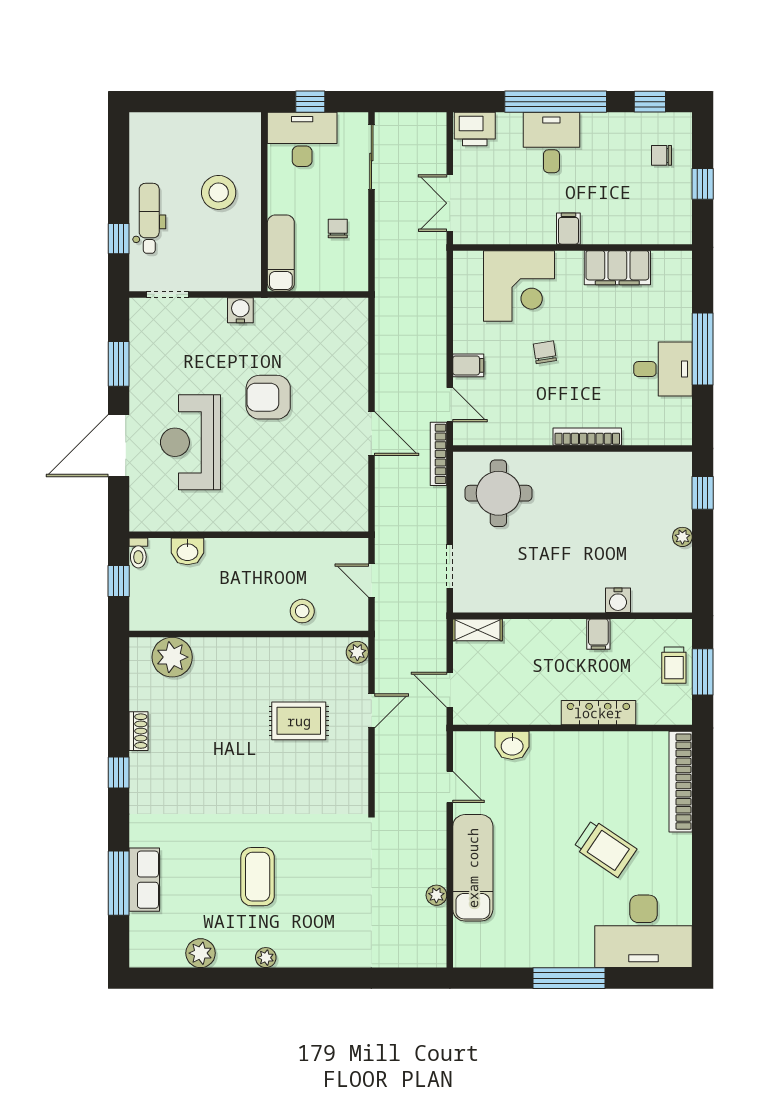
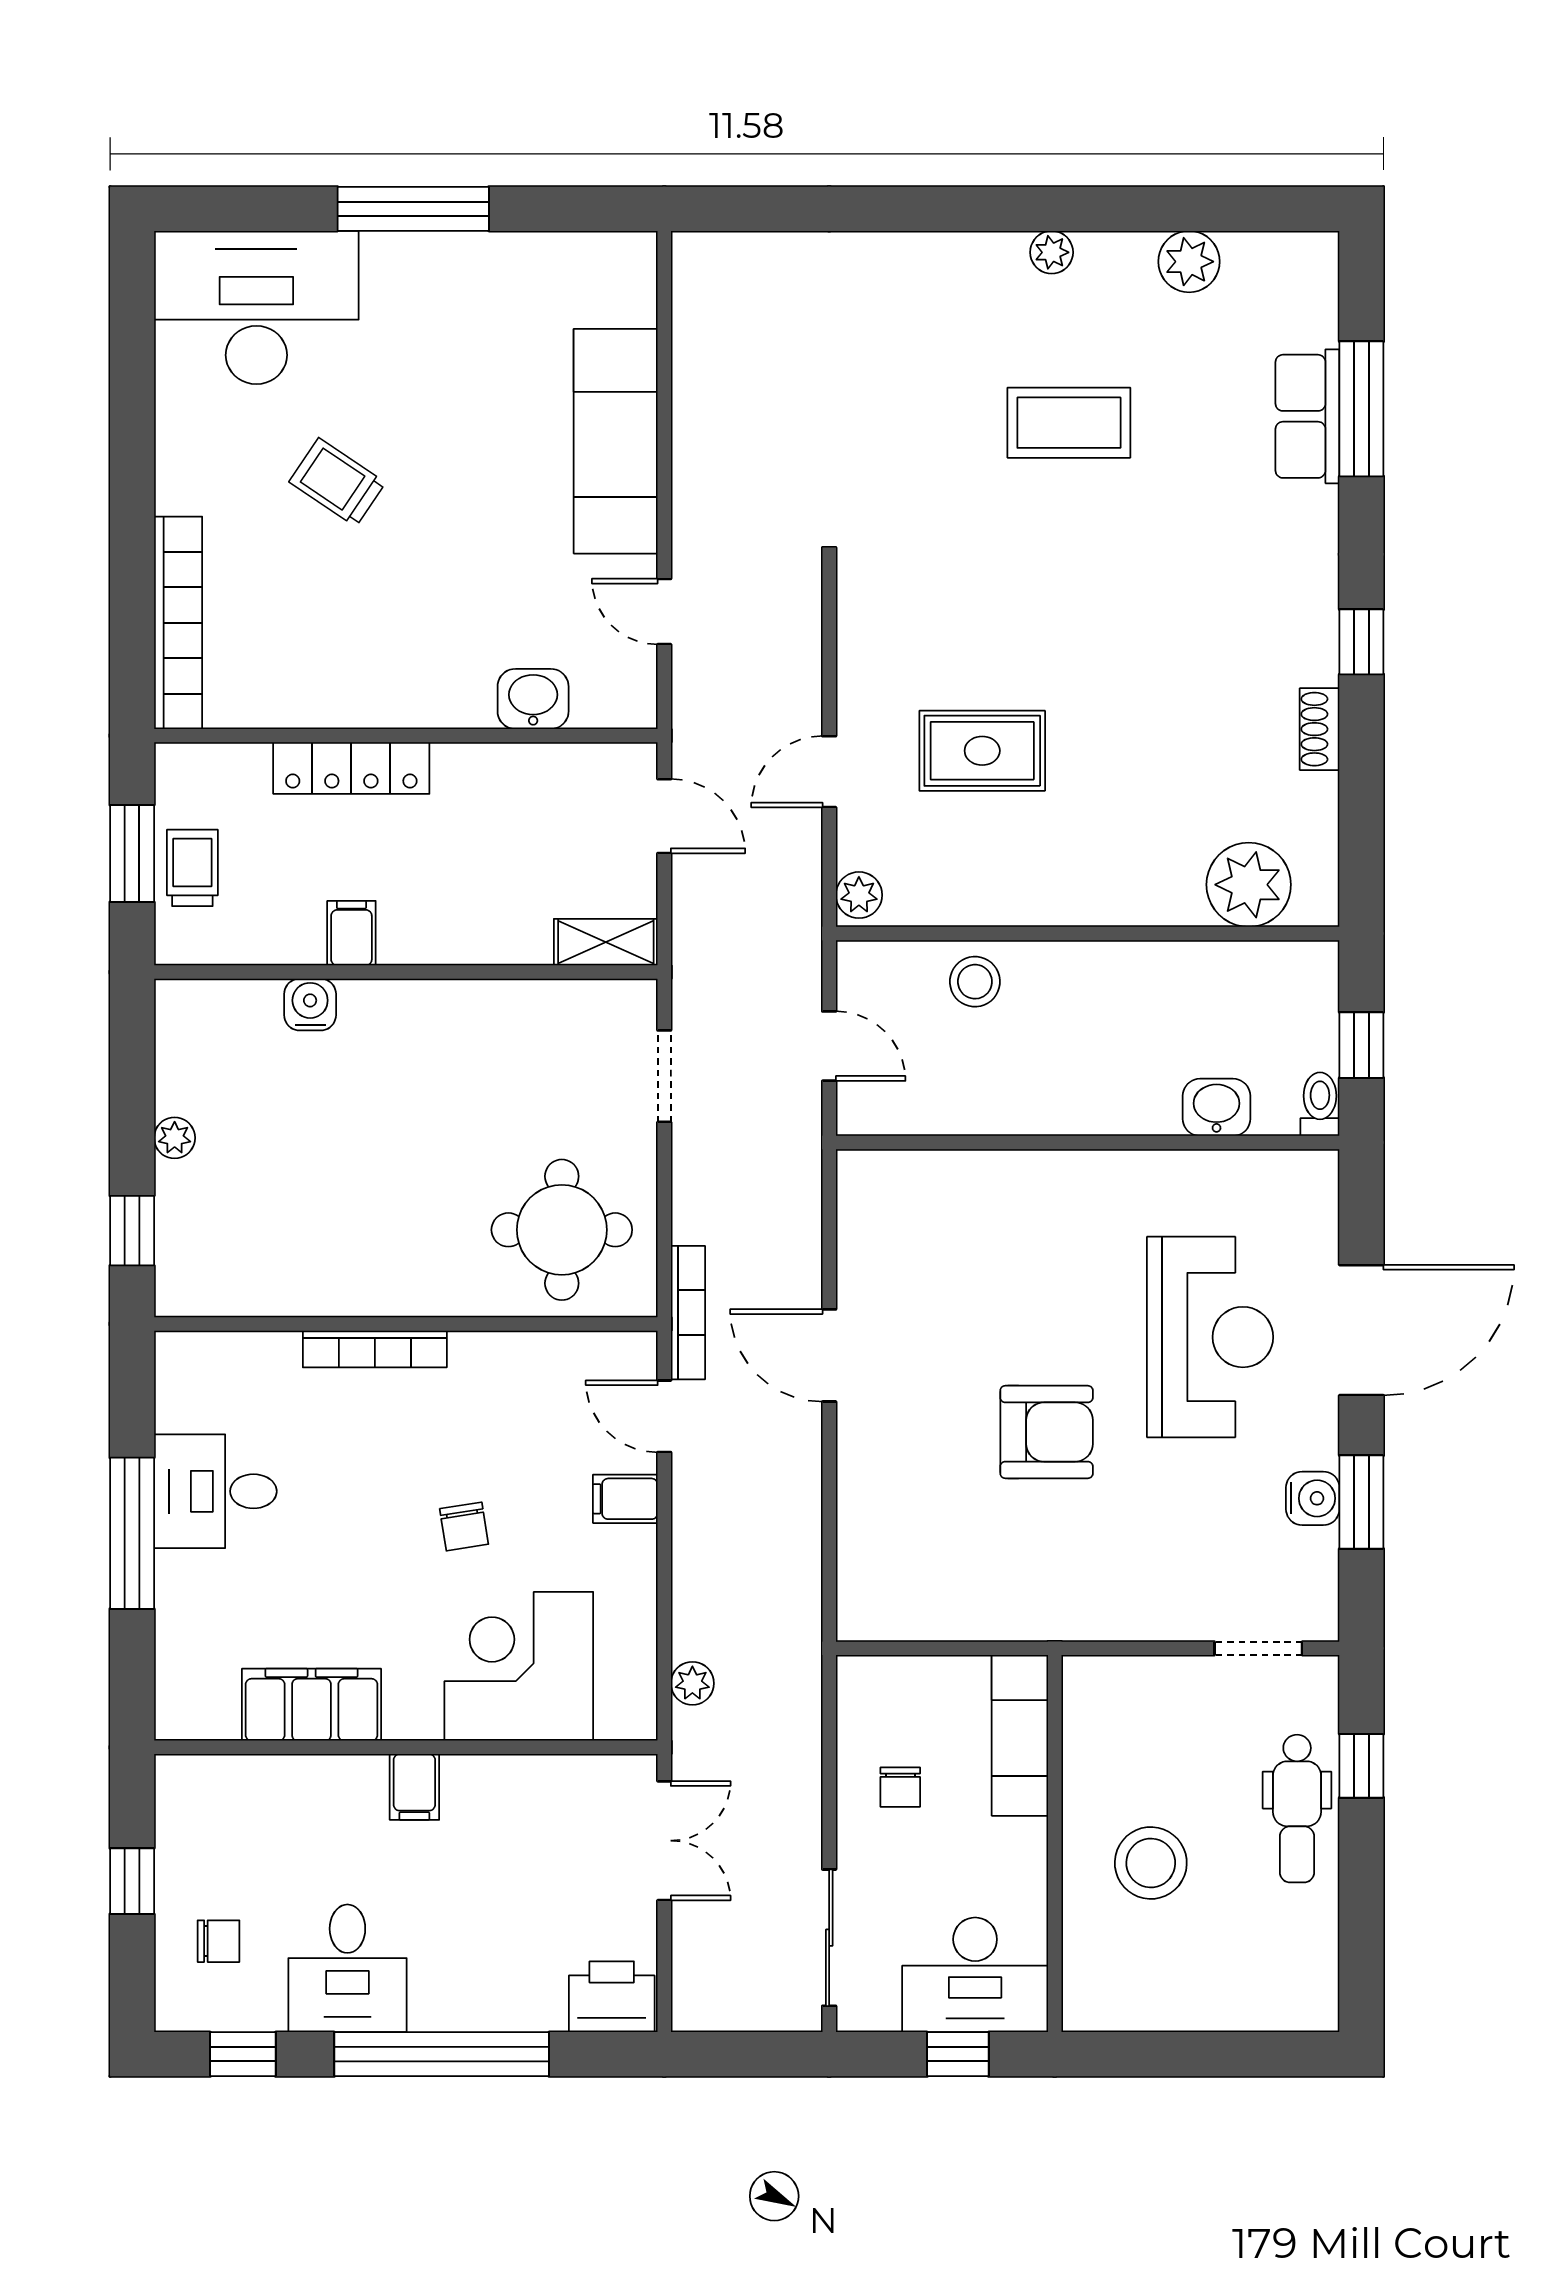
desk: (551, 142) -> (347, 1968), moved
water cooler: (240, 310) -> (1313, 1498), moved, turned -90
trolley: (605, 848) -> (337, 482), width x0.73, depth x0.72
coffee table: (258, 877) -> (1069, 423), turned 90
plant: (436, 895) -> (692, 1683), moved

